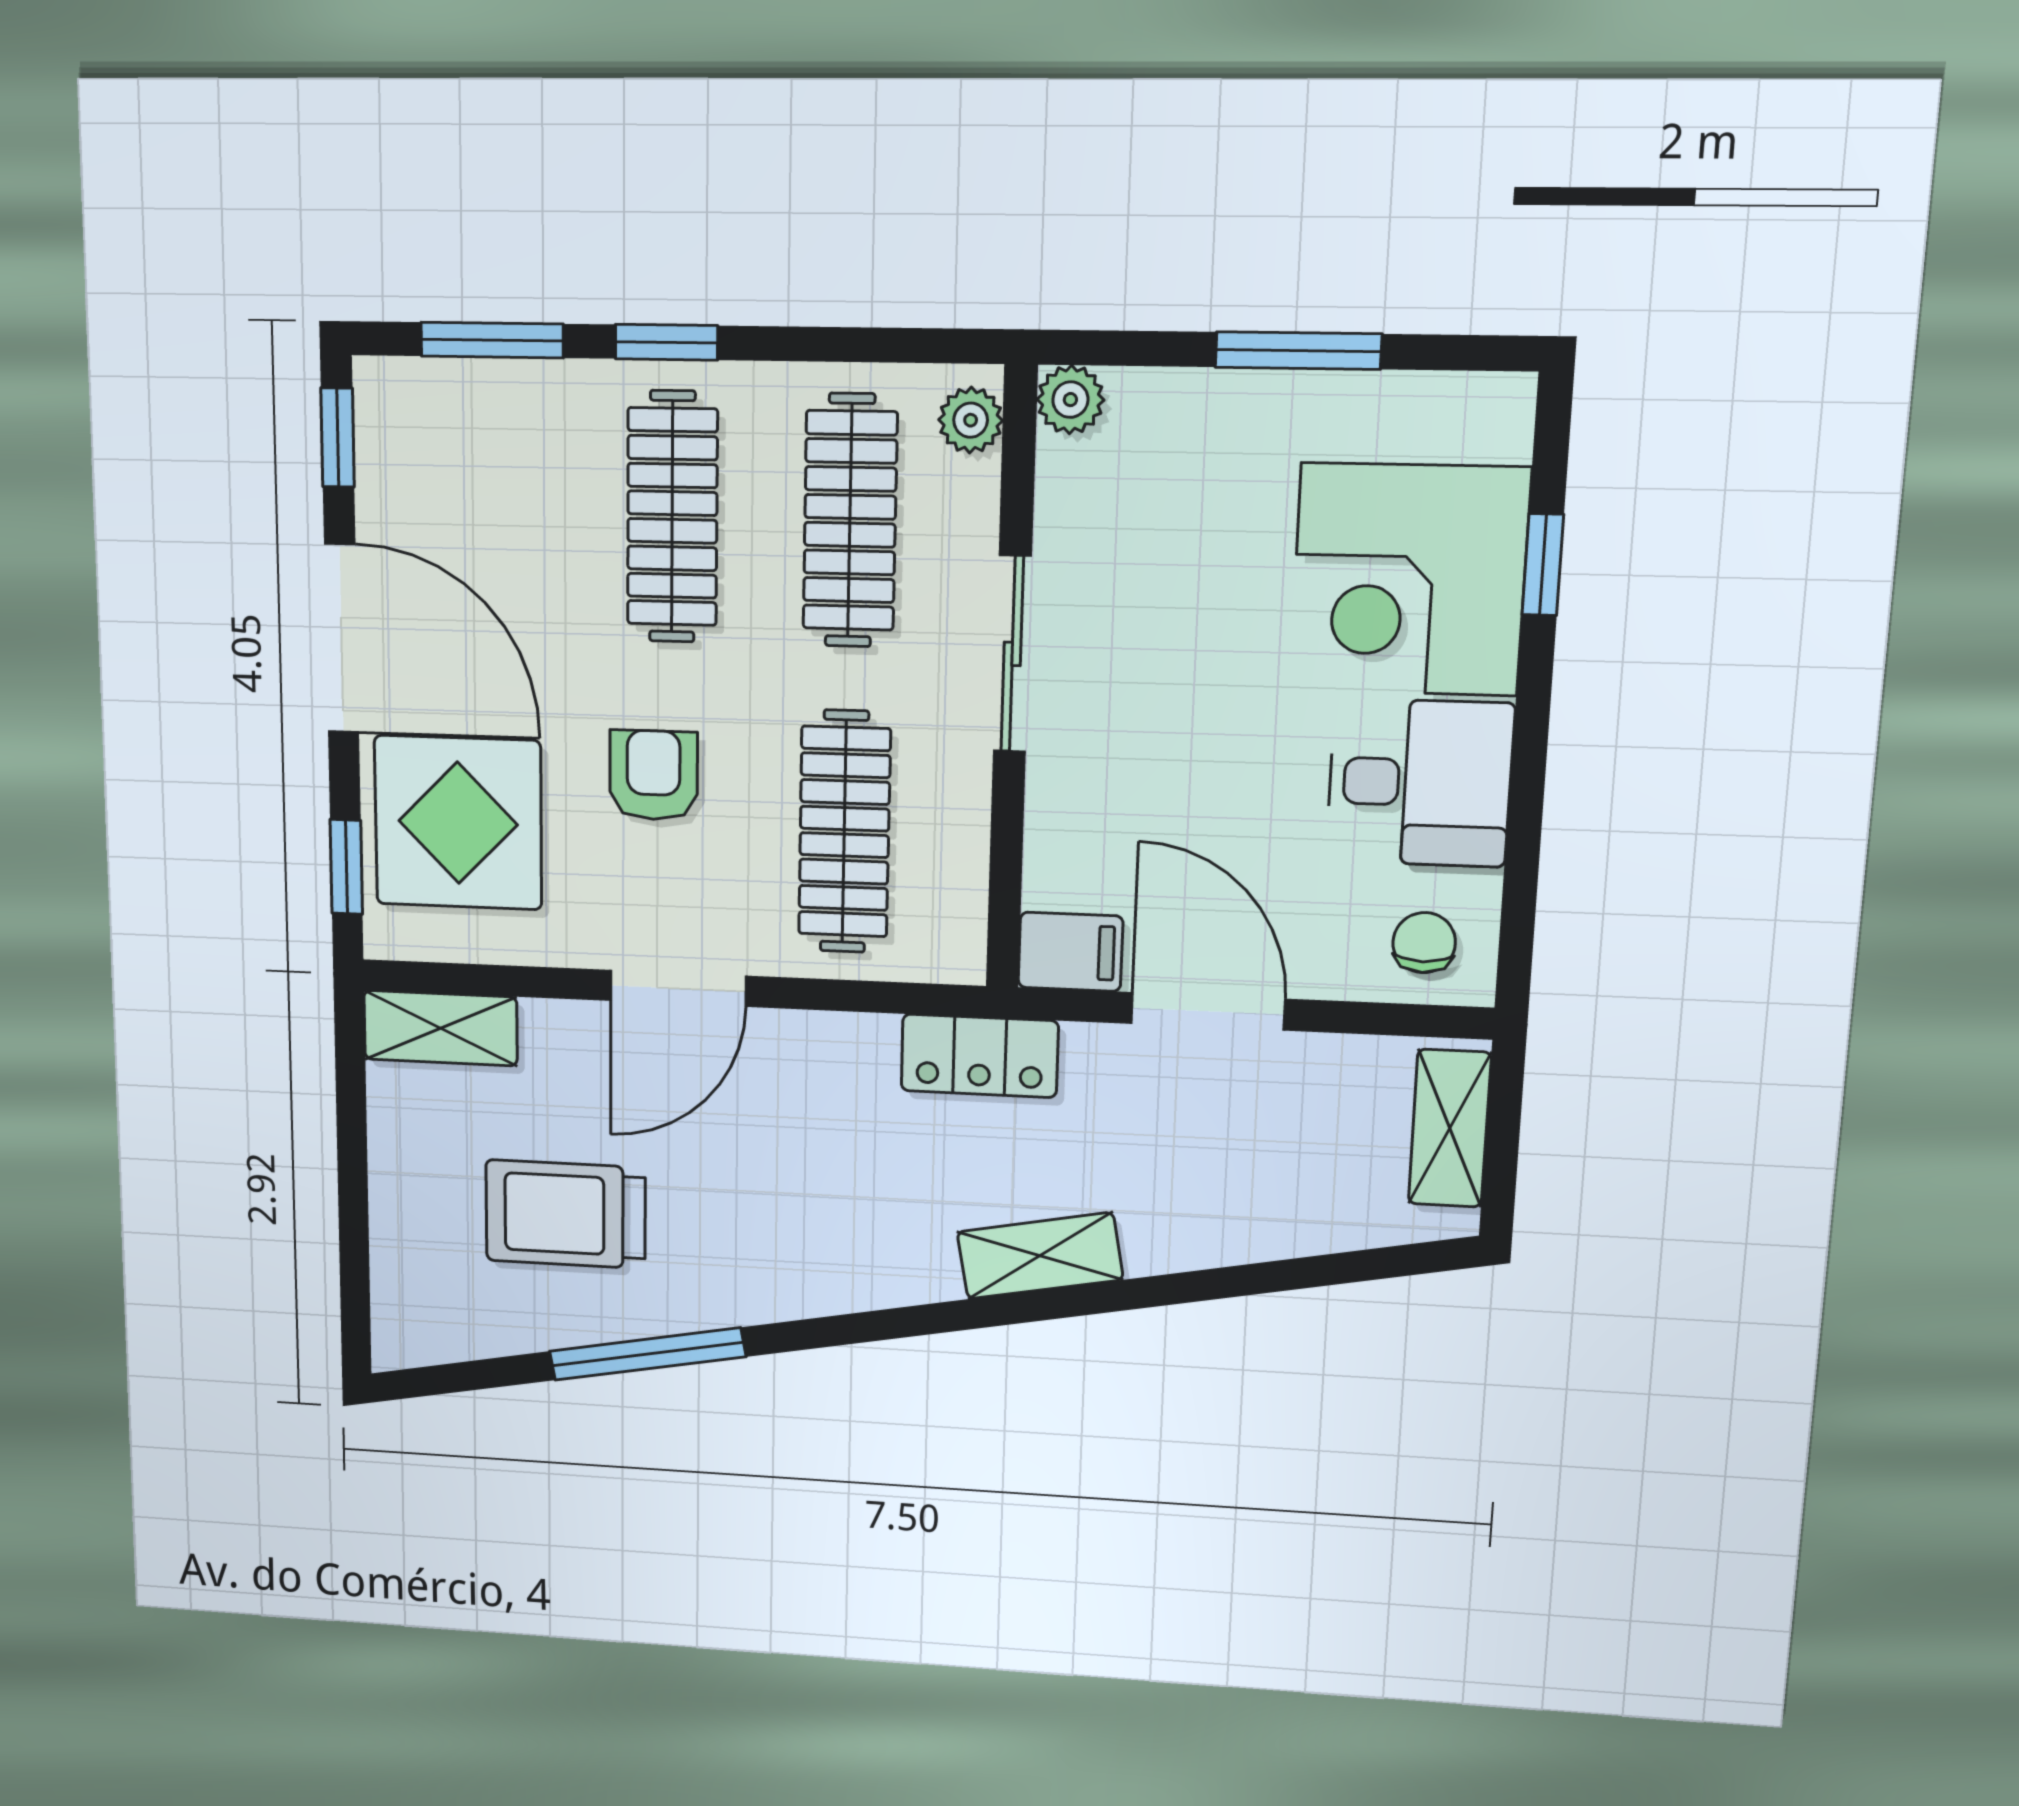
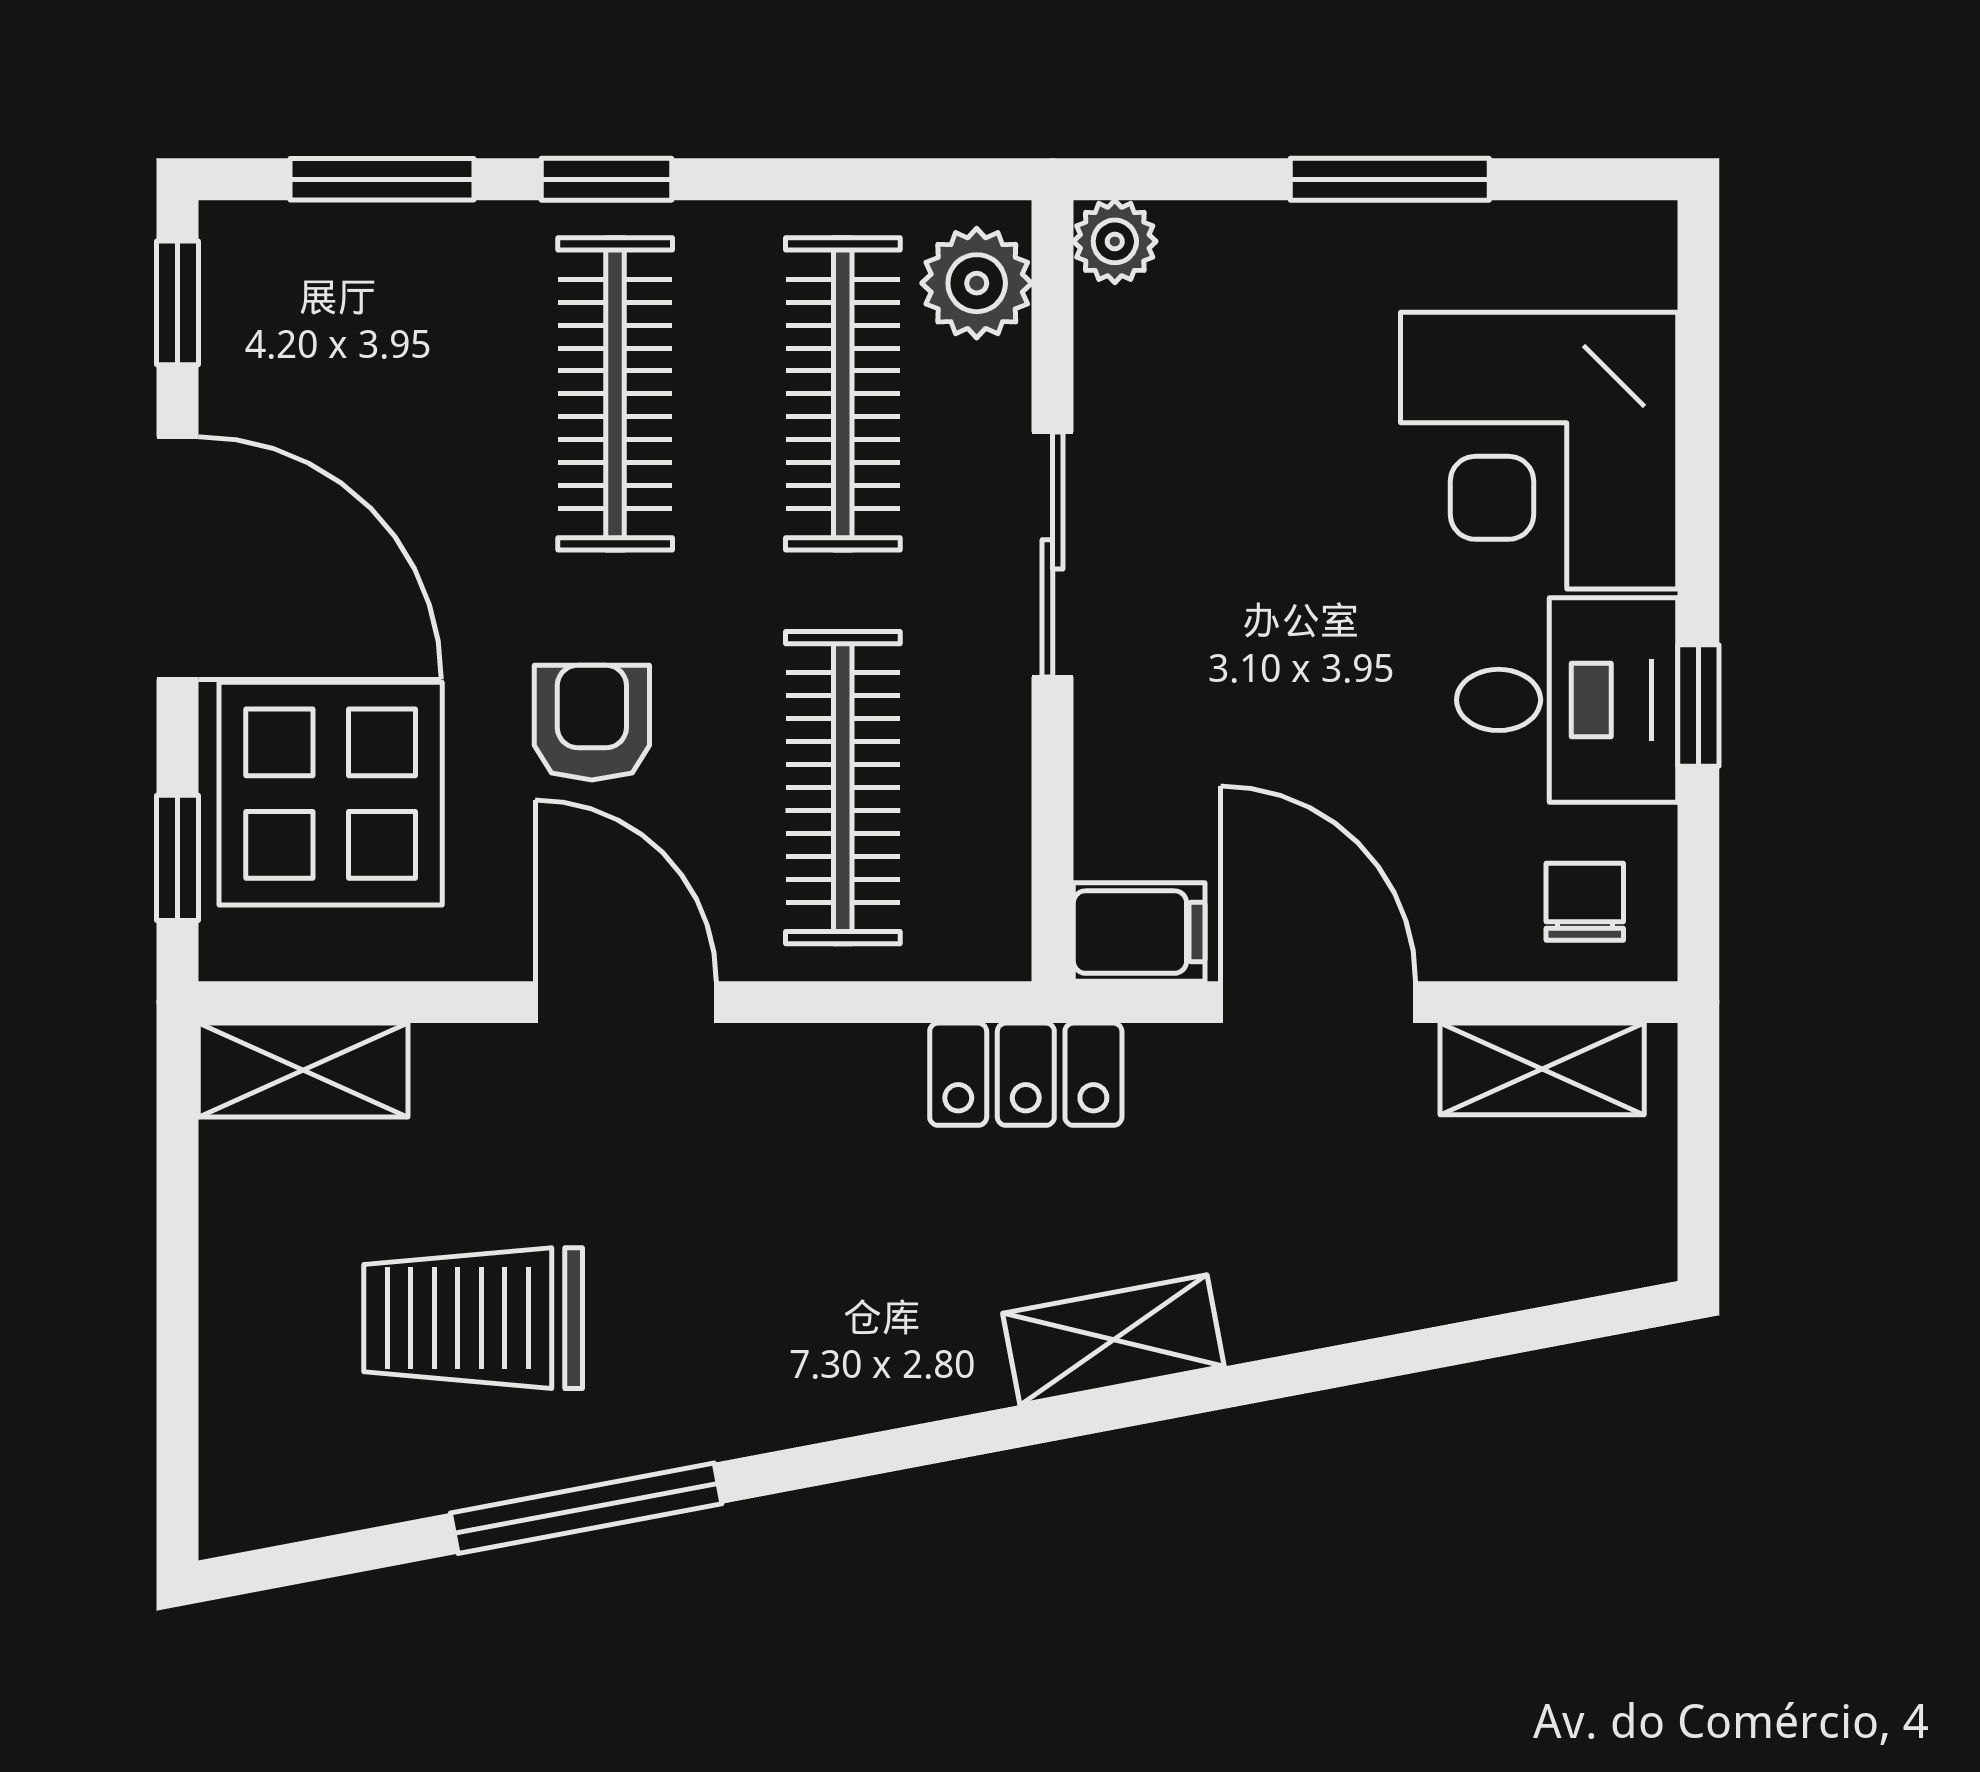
plant: (971, 420) -> (977, 283), width x1.38, depth x1.38
window: (1543, 565) -> (1698, 705), moved
door: (678, 988) -> (626, 1002), swing flipped
shelving: (1450, 1128) -> (1542, 1069), moved, turned 90

